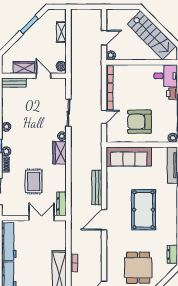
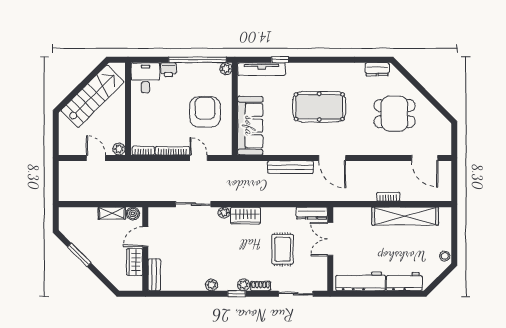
shelving: (62, 32) -> (112, 213), moved
armchair: (139, 122) -> (205, 112), turned 180
rug: (34, 181) -> (283, 249), turned 90

